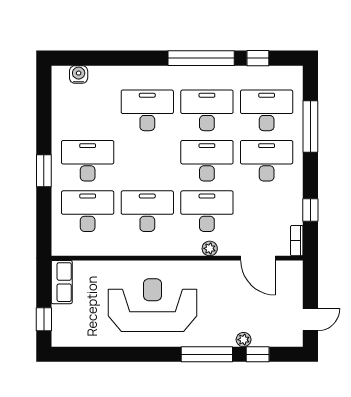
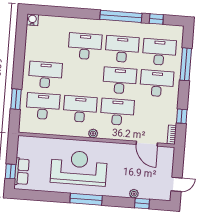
water cooler: (79, 74) -> (32, 20), moved
window: (44, 171) -> (16, 99), moved
plant: (210, 248) -> (93, 133), moved
row of seats: (62, 282) -> (22, 172), moved
window: (207, 354) -> (86, 199), moved

